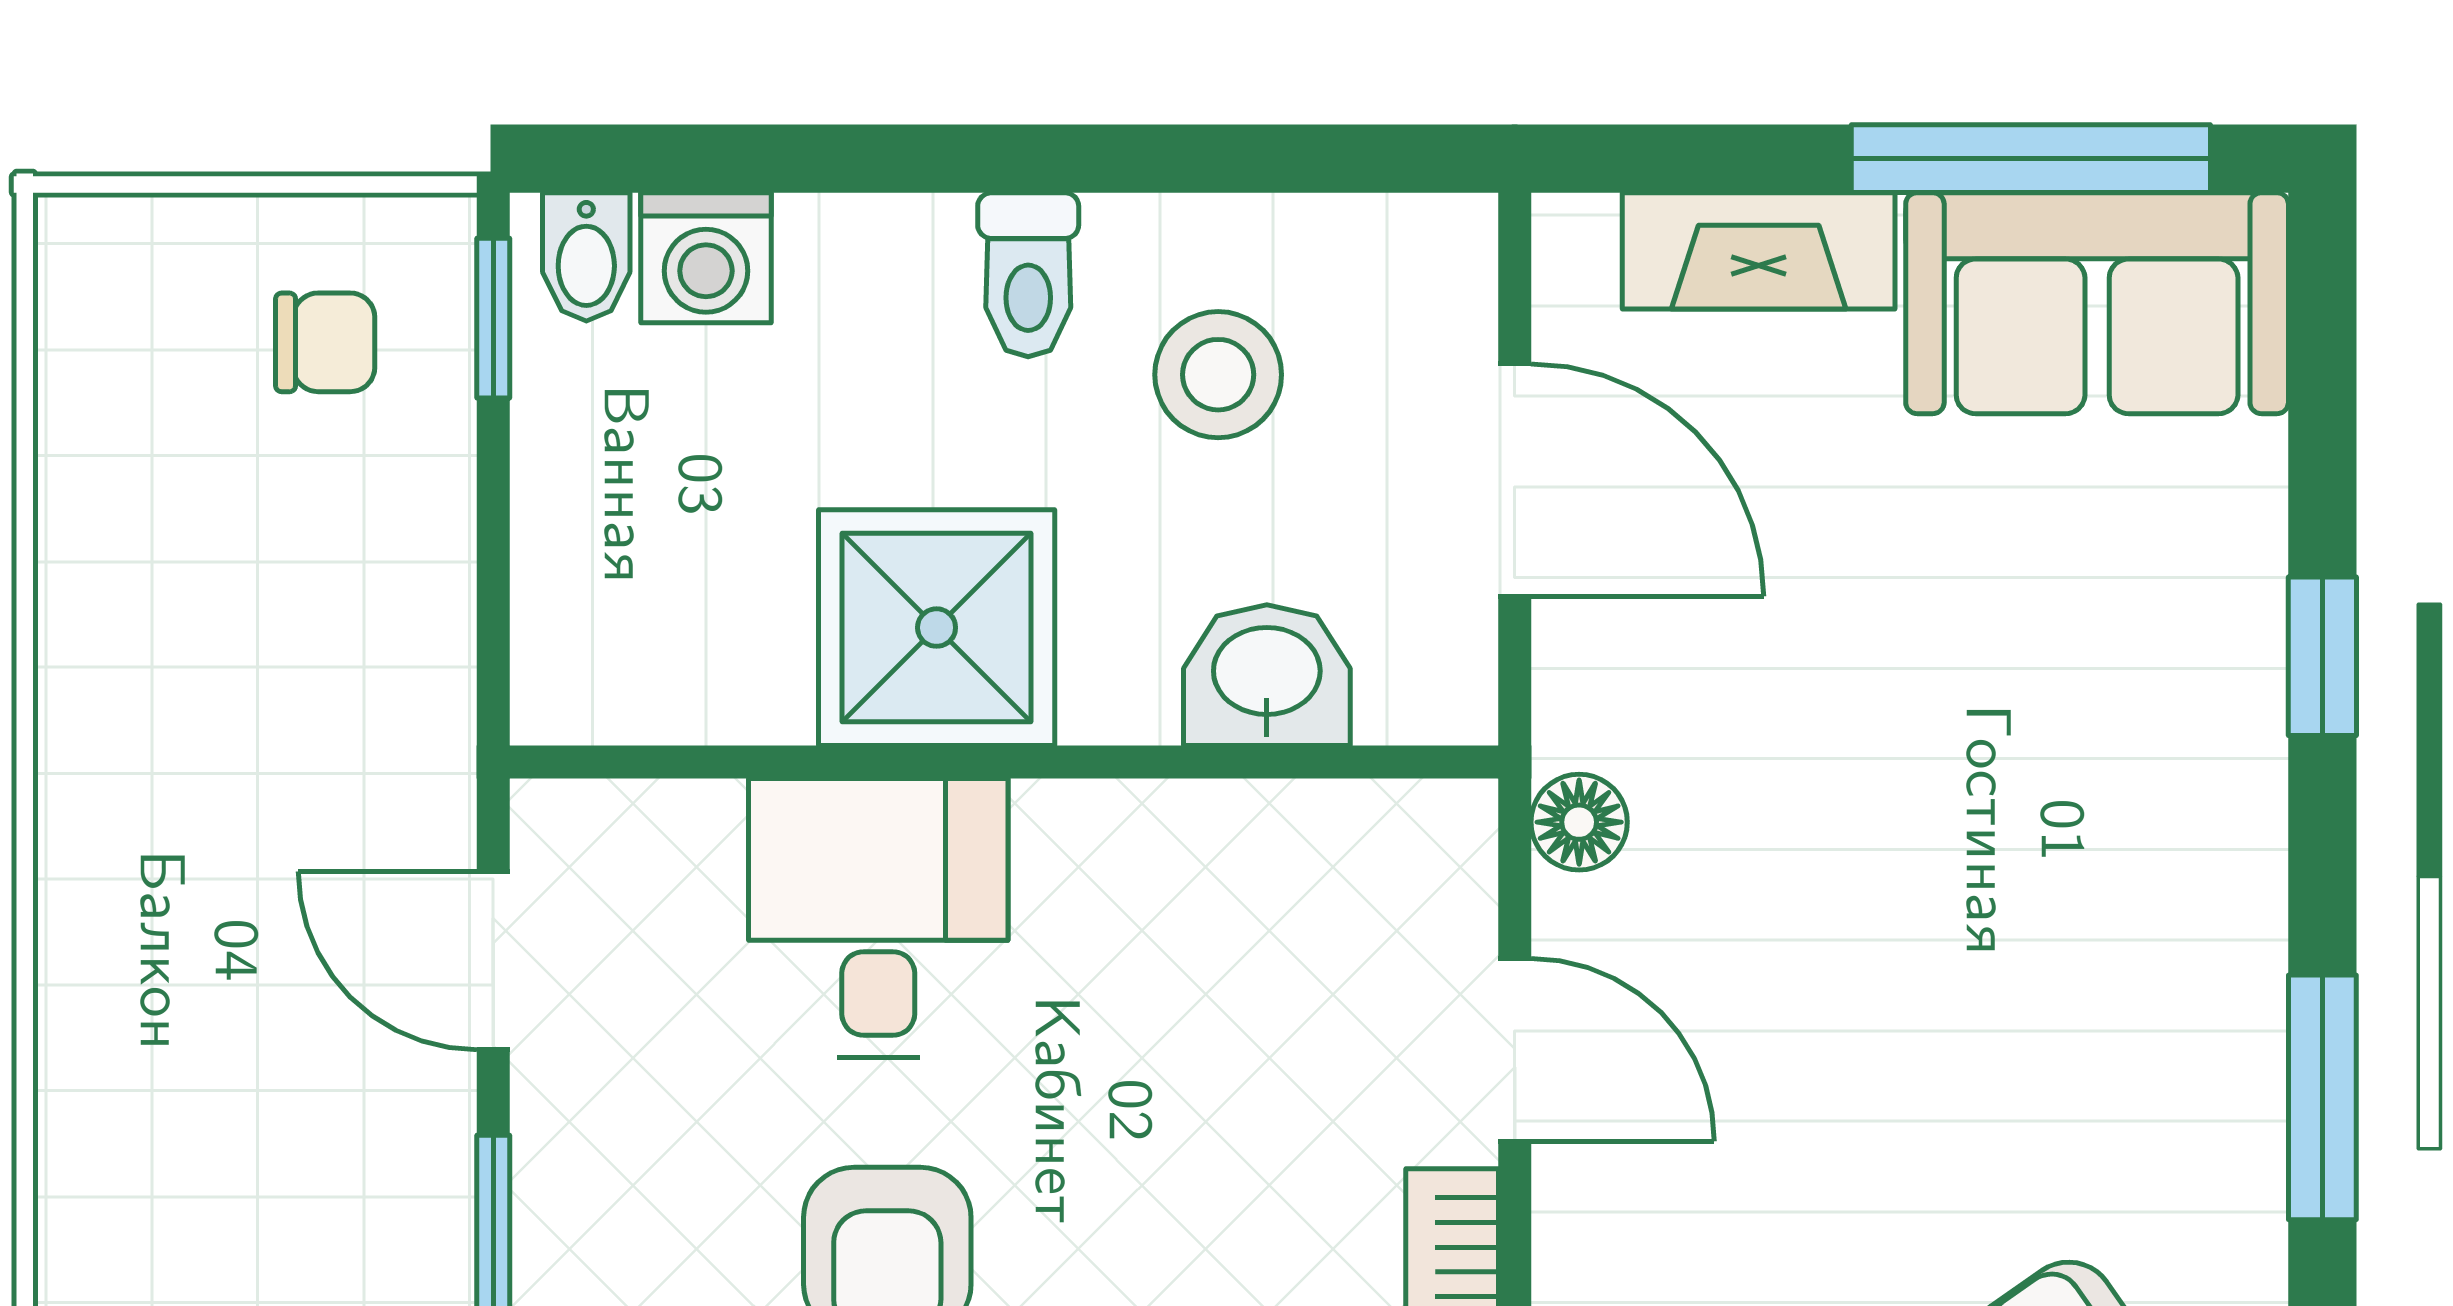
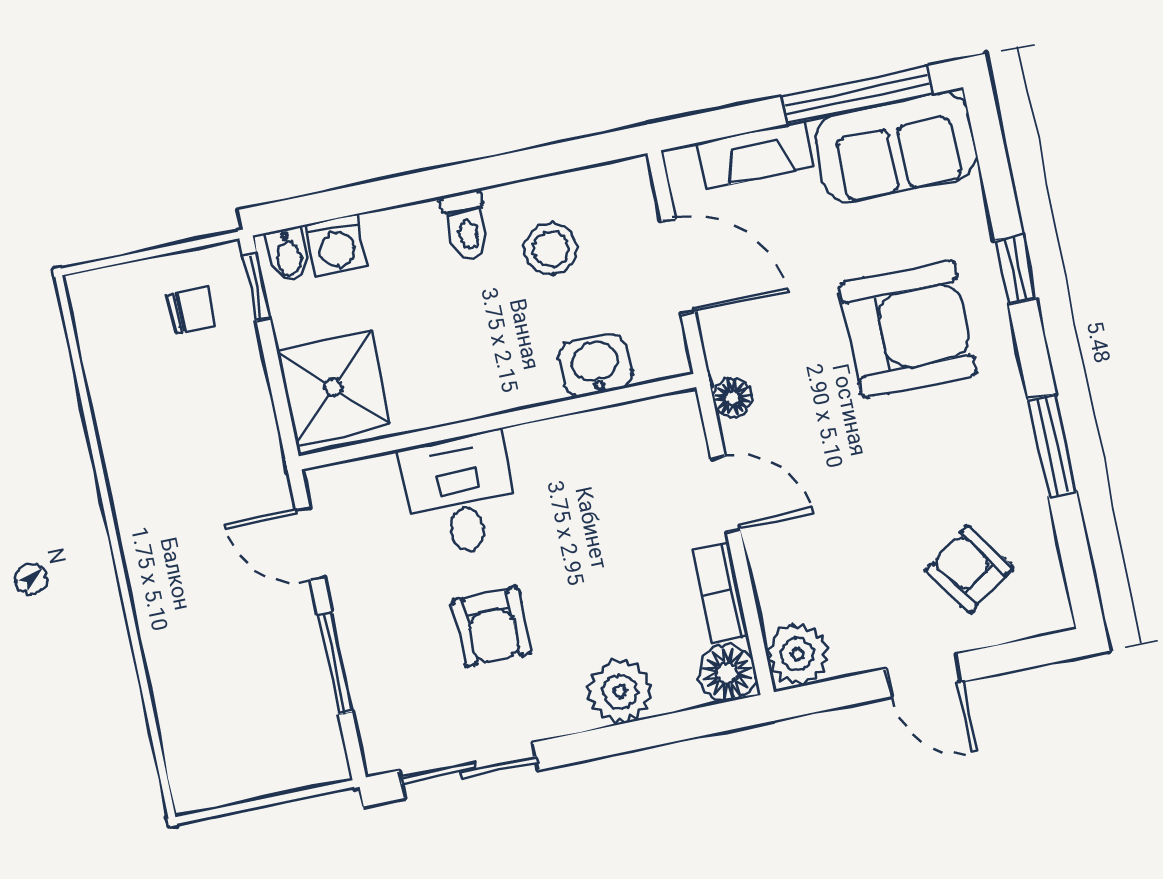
shower: (937, 628) -> (333, 388), moved
armchair: (2034, 745) -> (908, 329), added

